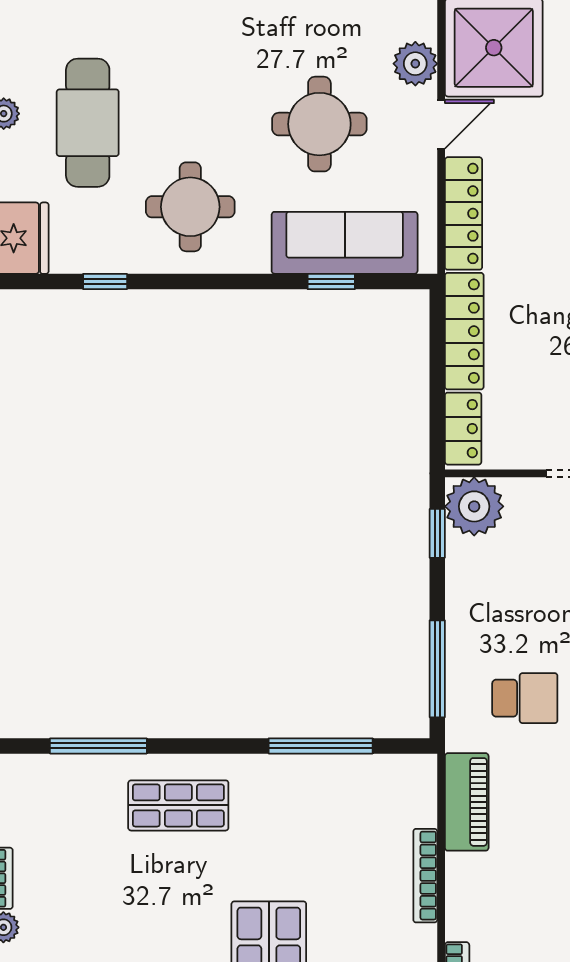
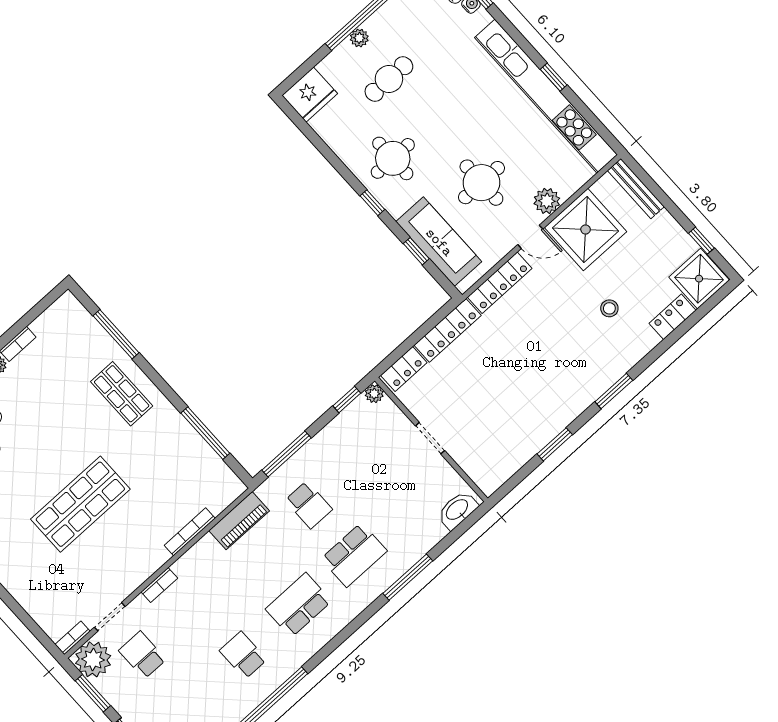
cafe table: (88, 123) -> (389, 79), width x0.73, depth x0.74
window: (105, 281) -> (372, 203), moved
plant: (474, 506) -> (374, 394), width x0.53, depth x0.53

